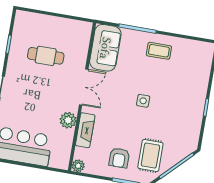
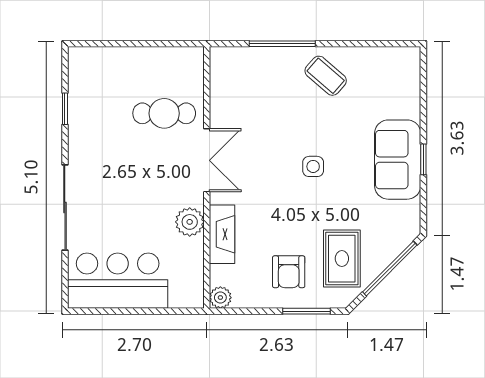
sofa: (105, 48) -> (398, 160), moved, turned 180
coffee table: (159, 51) -> (326, 76), turned 41
cafe table: (46, 56) -> (164, 113), moved

